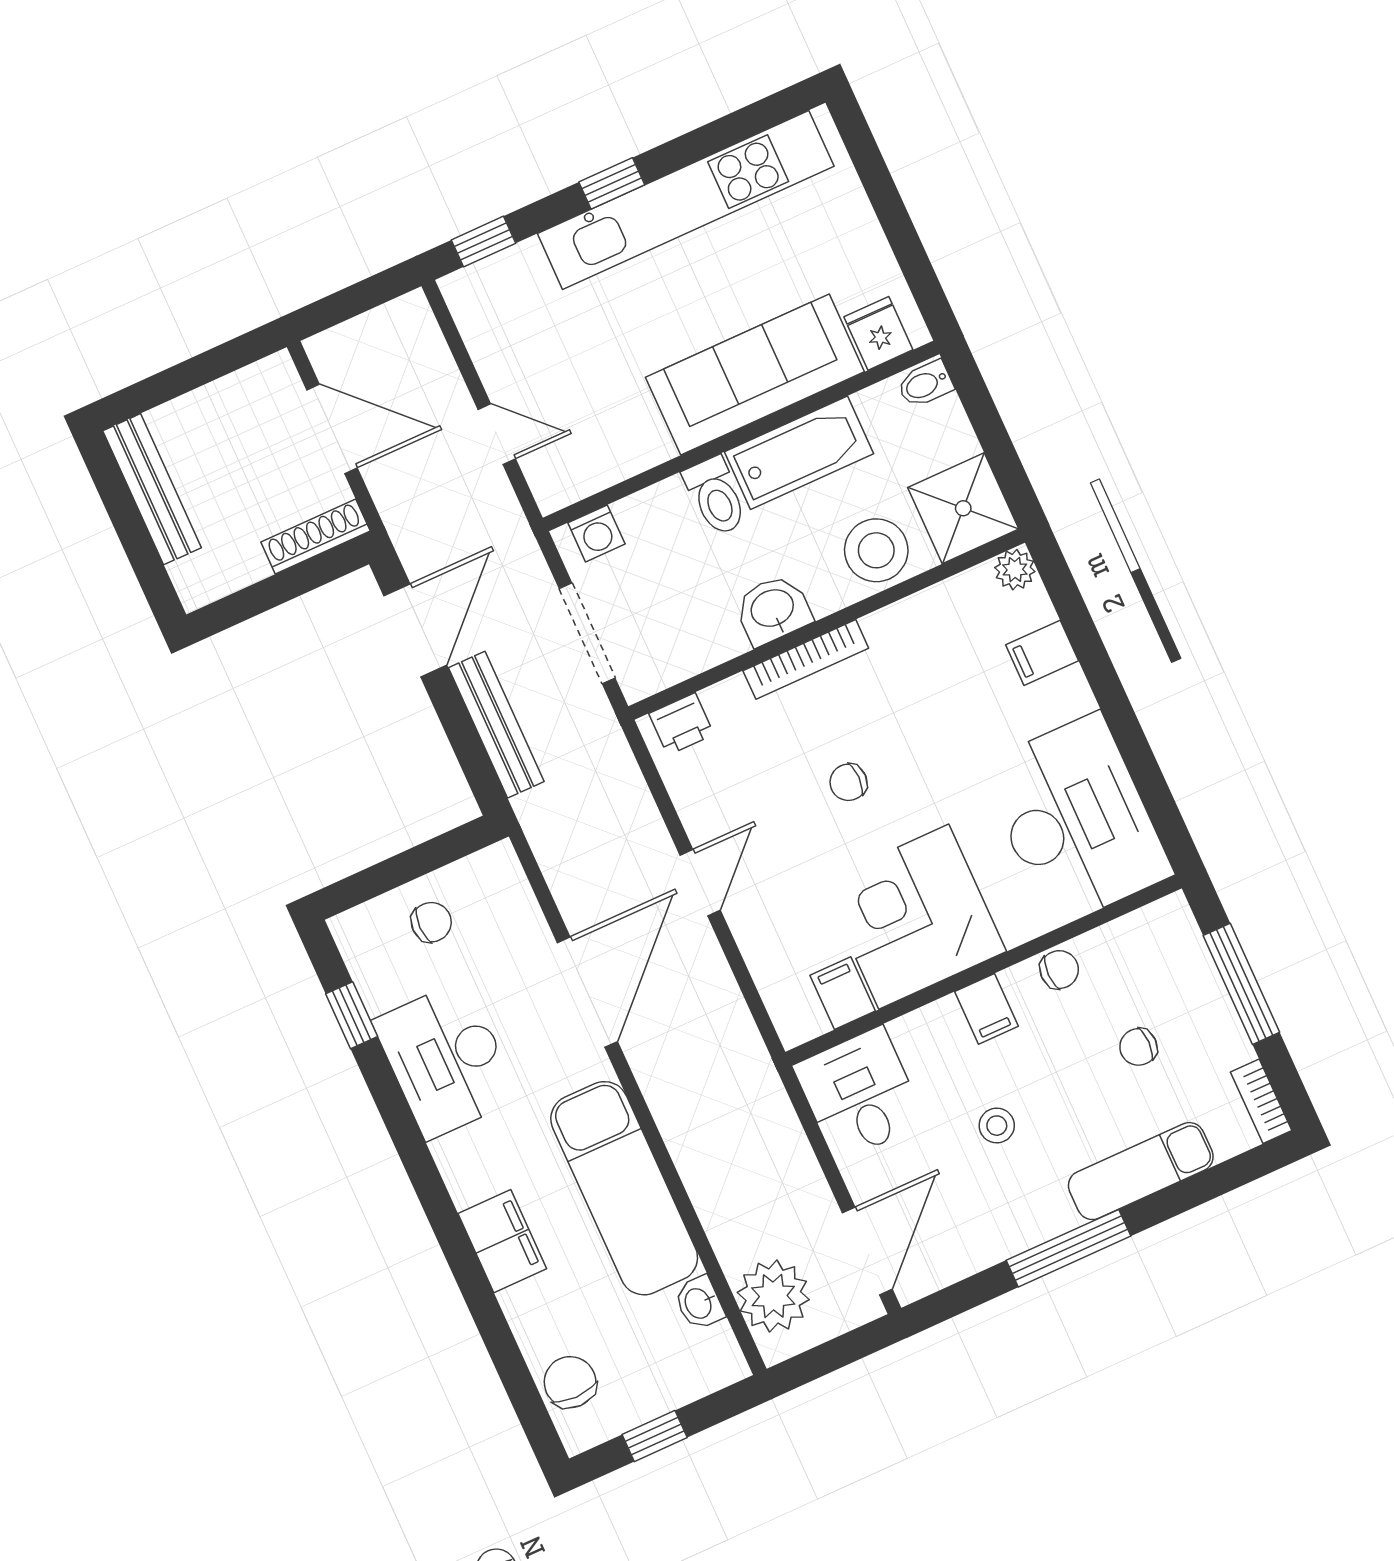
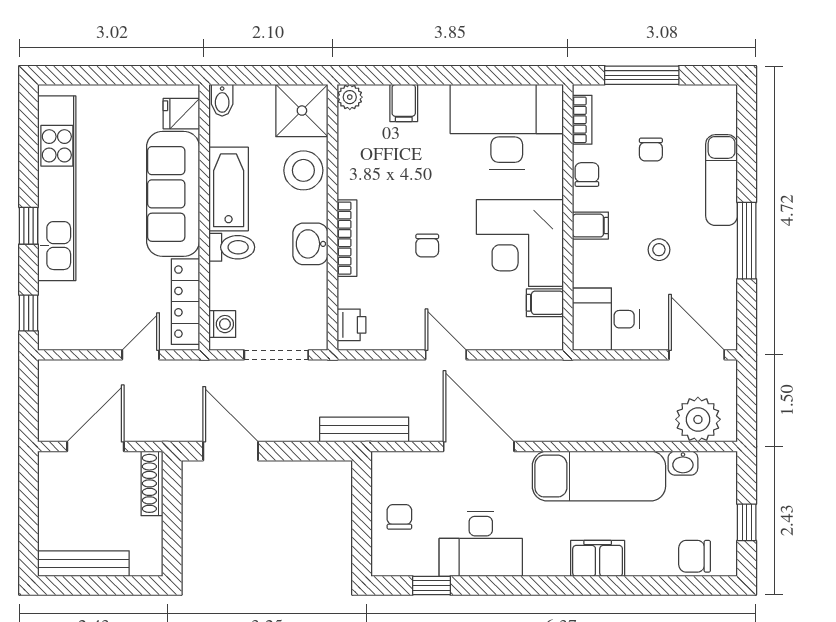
locker: (605, 465) -> (185, 302), added
bench: (496, 725) -> (364, 430), moved
bookcase: (1261, 1101) -> (582, 120), moved, turned -90

